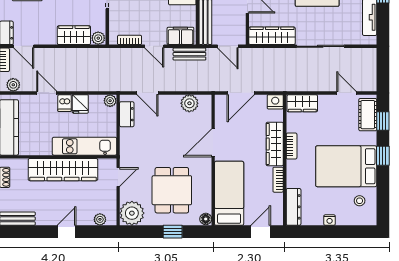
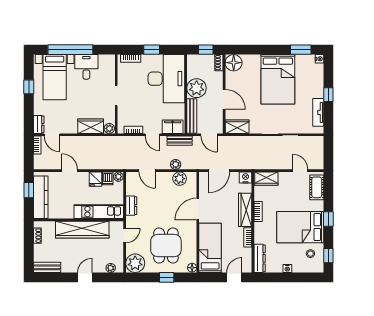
wardrobe: (272, 36) -> (237, 127), width x0.67
plant: (13, 85) -> (176, 164), moved
dishwasher: (65, 103) -> (108, 178), moved
dresser: (127, 114) -> (131, 206), moved
window: (383, 121) -> (328, 256), moved

